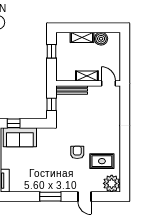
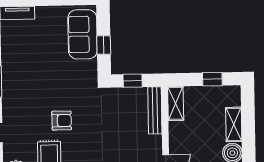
shelving: (87, 76) -> (176, 103), moved
window: (14, 123) -> (104, 45), moved

